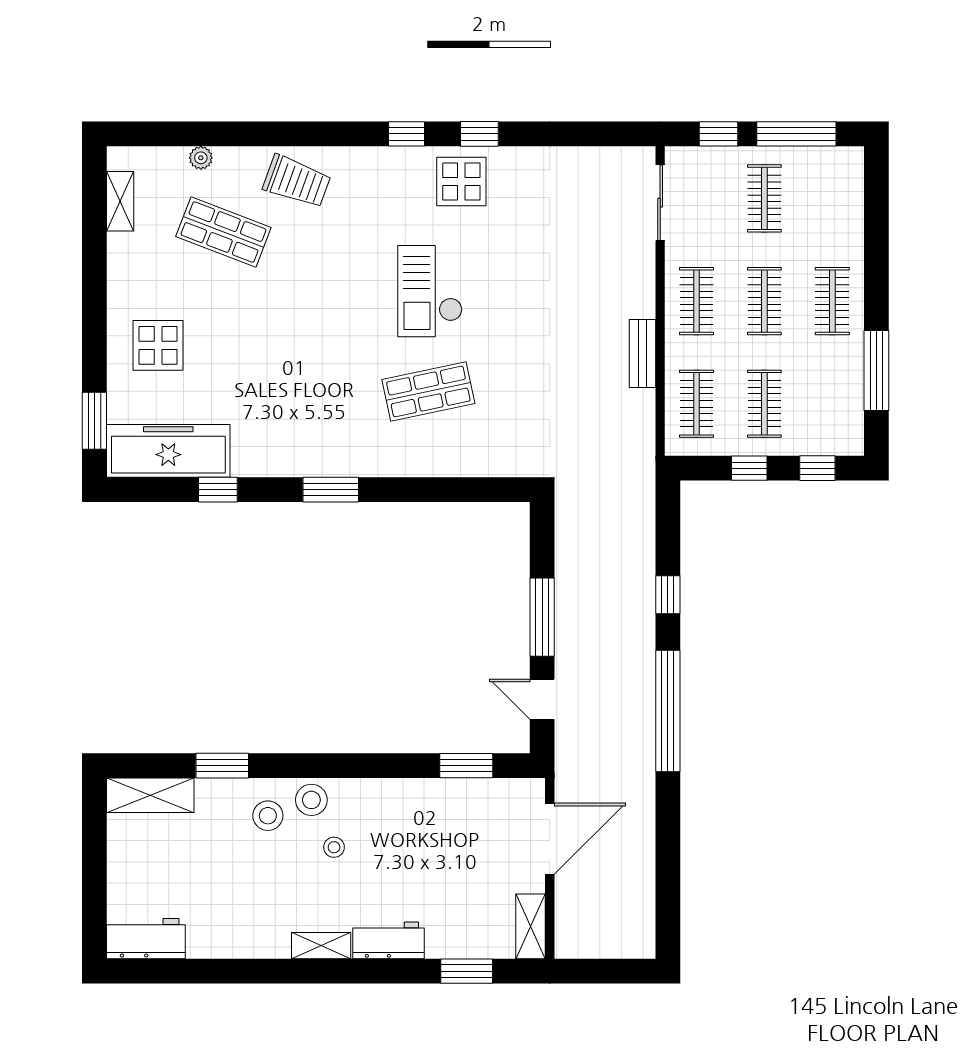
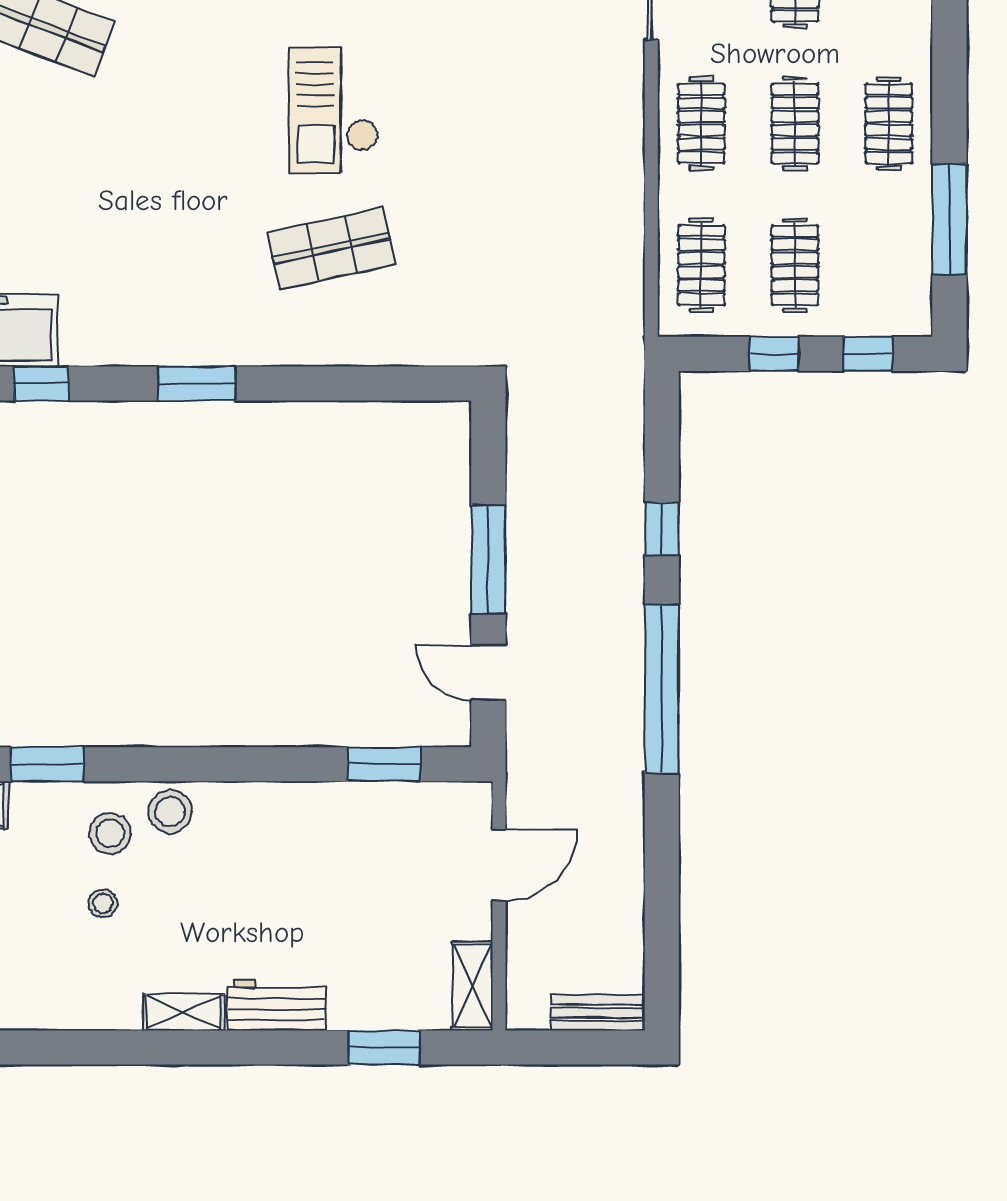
bench: (642, 353) -> (598, 1013), moved, turned 90
door: (550, 839) -> (499, 865), width x0.73
stool: (334, 847) -> (103, 903), moved

